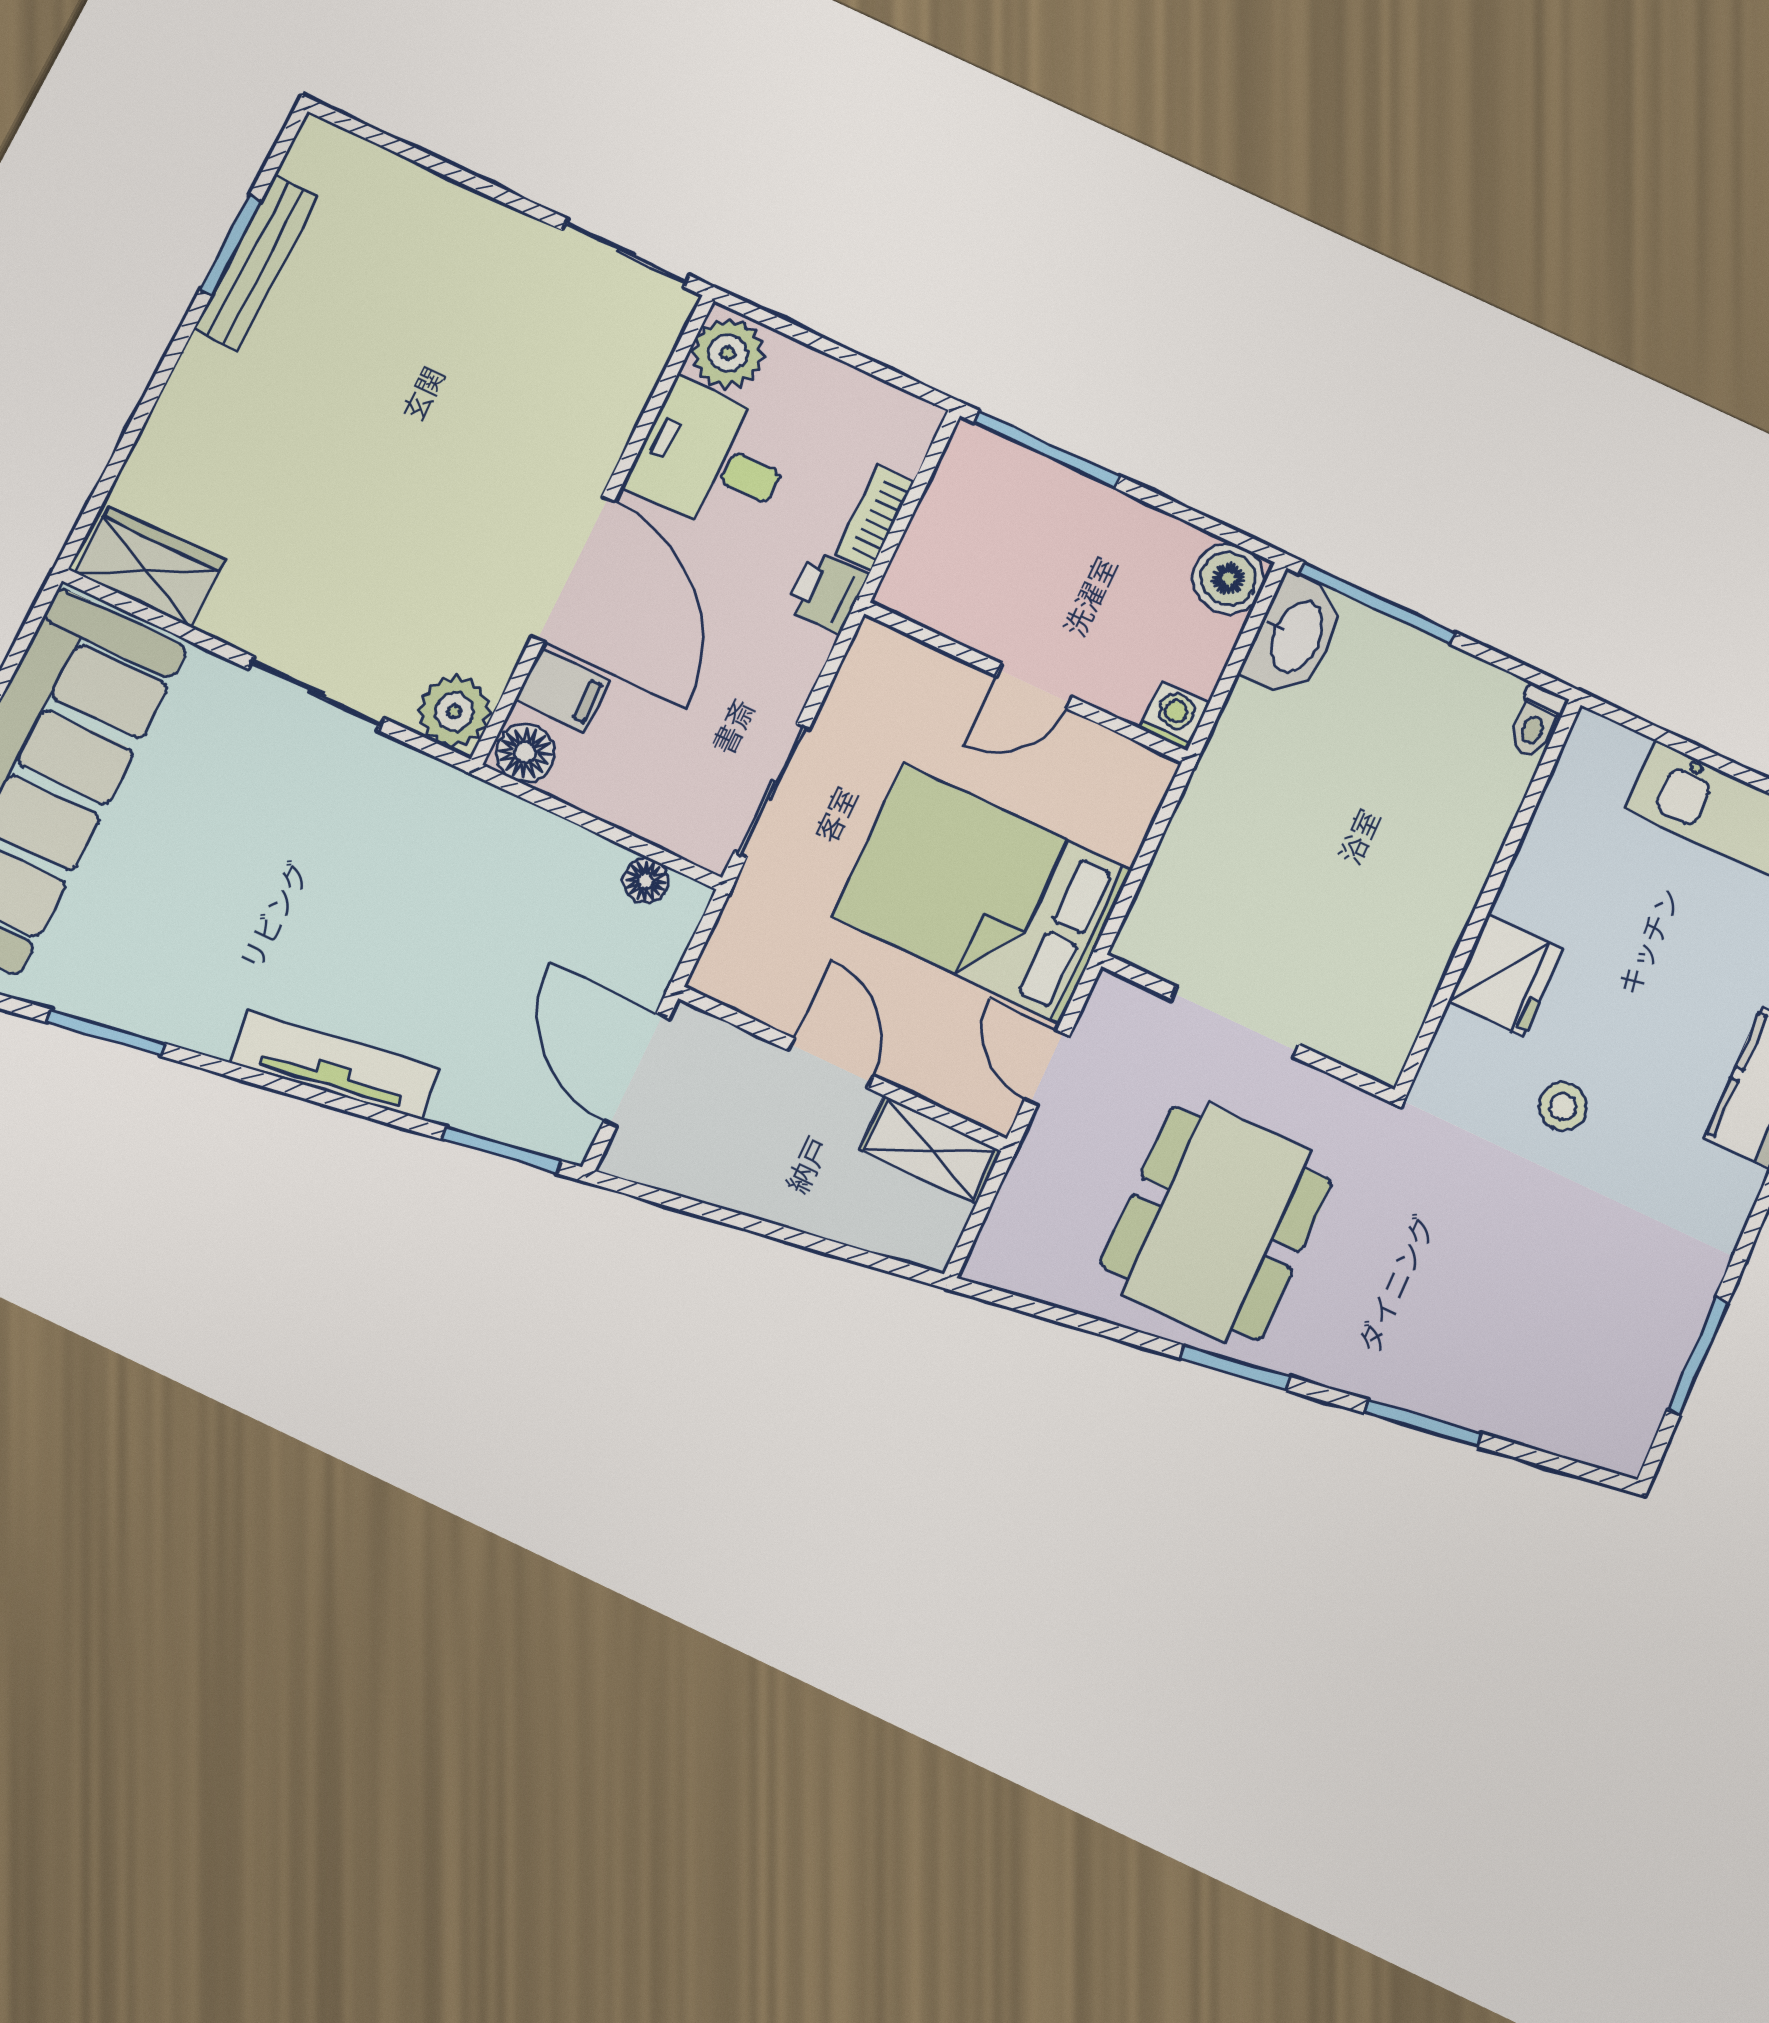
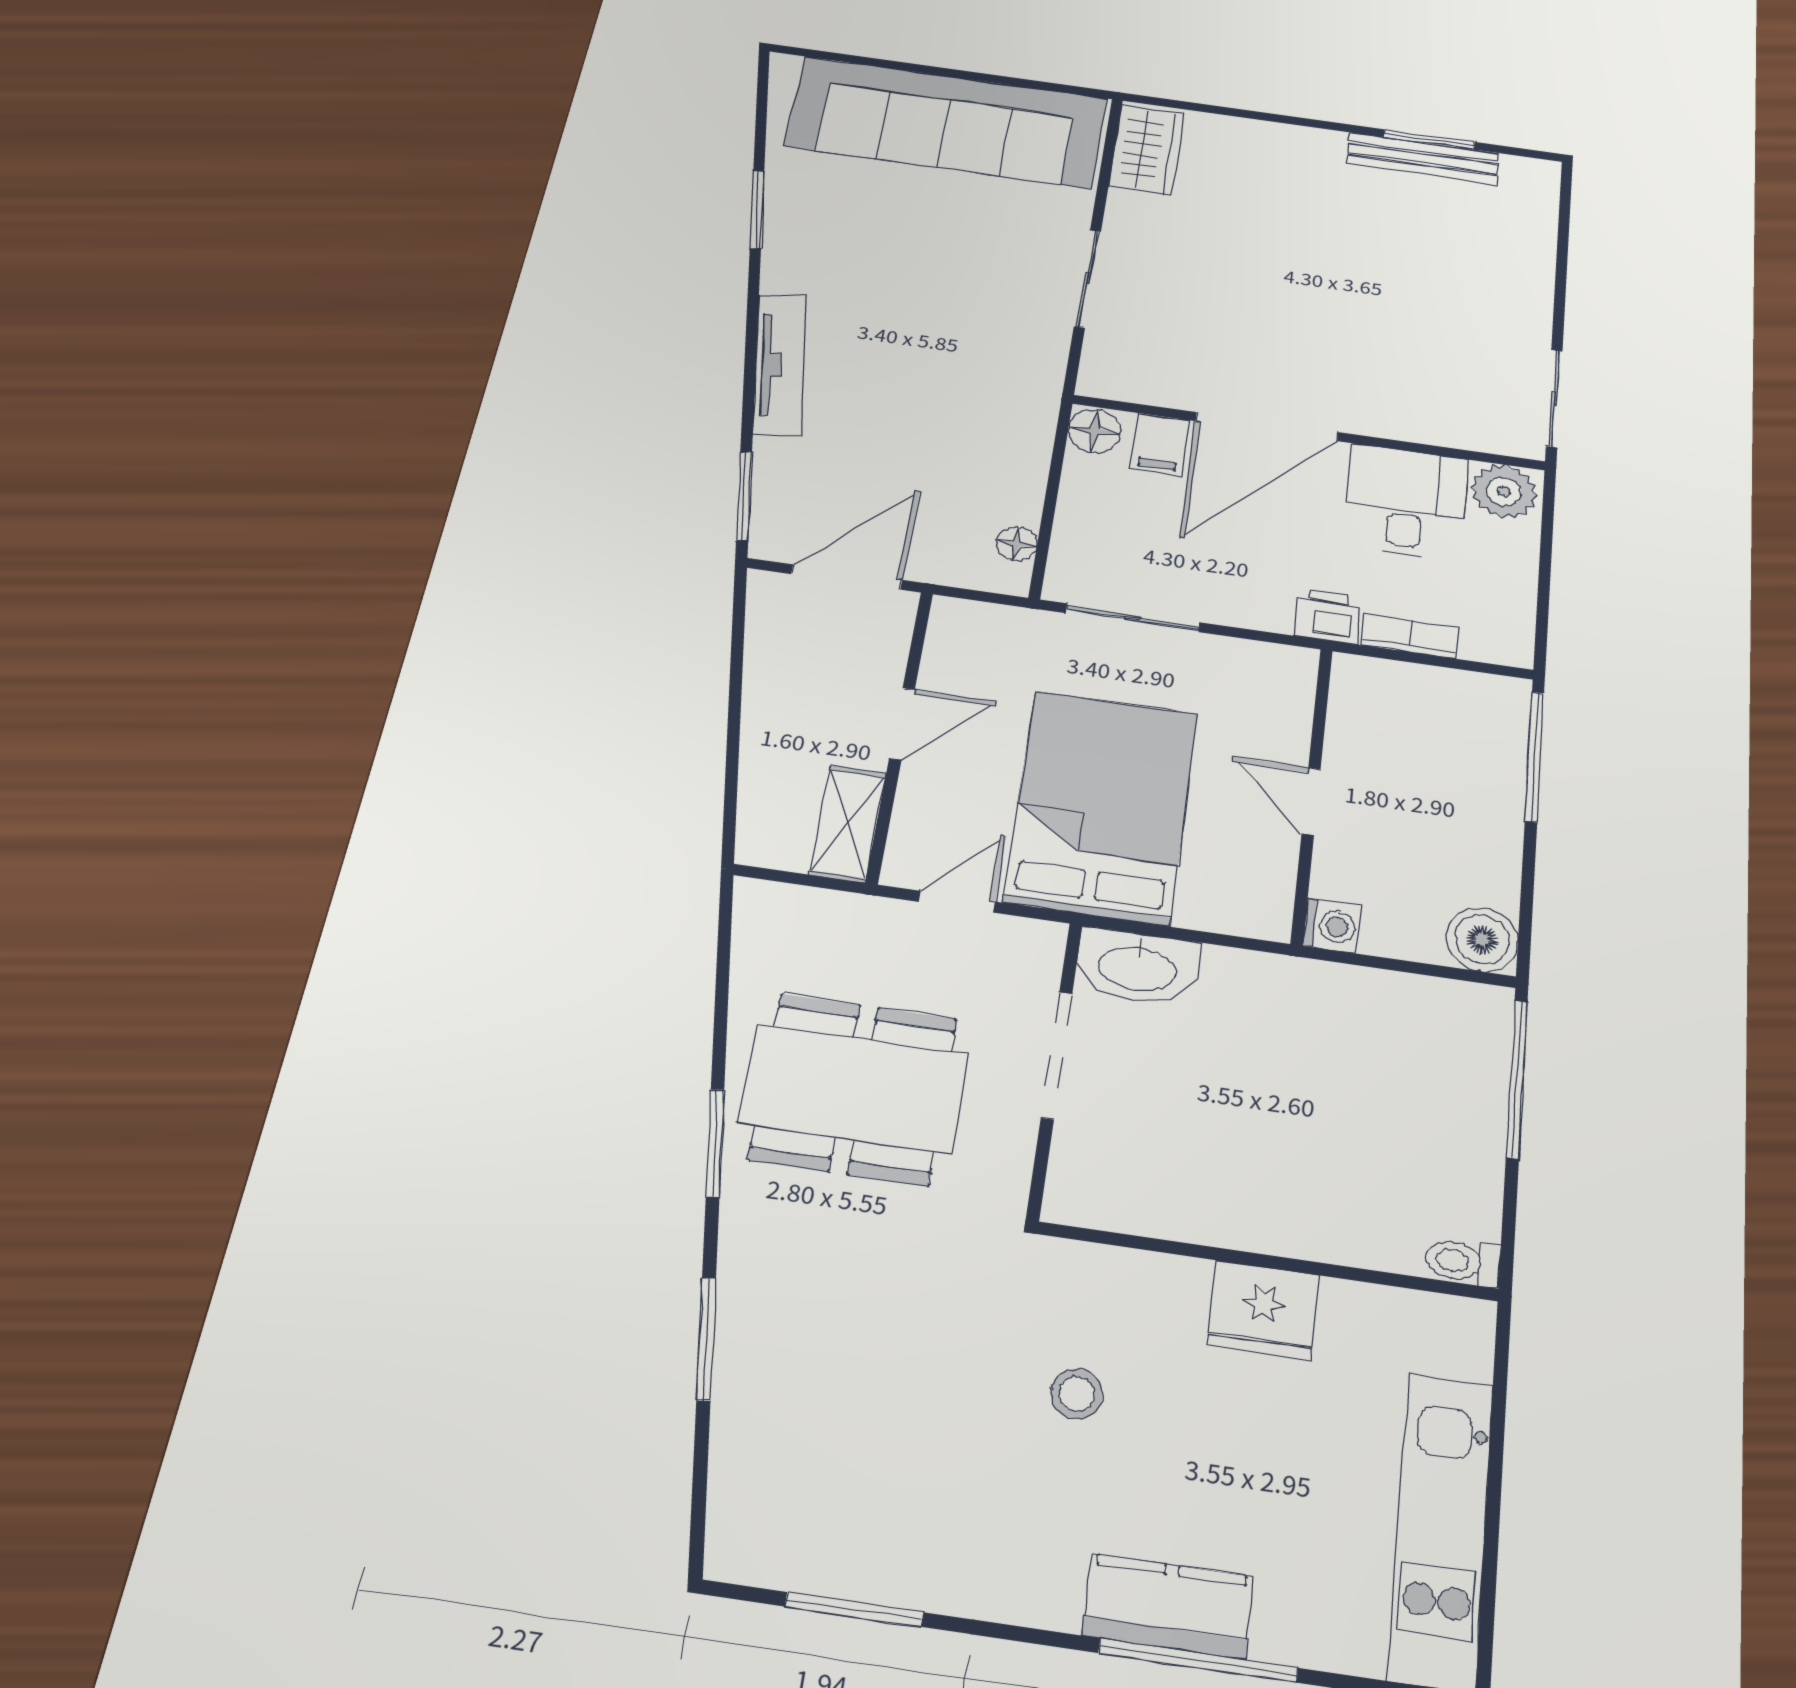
washbasin: (1295, 636) -> (1138, 967), moved
plant: (454, 712) -> (1110, 374), removed
fridge: (1505, 976) -> (1263, 1310), moved

